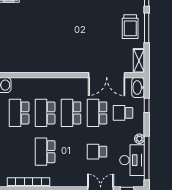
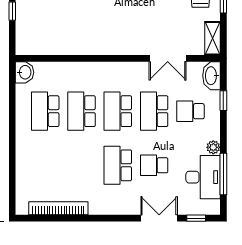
double door: (107, 75) -> (168, 58), width x0.73
school desk: (45, 152) -> (118, 165), moved
window: (147, 158) -> (223, 174), width x0.68

